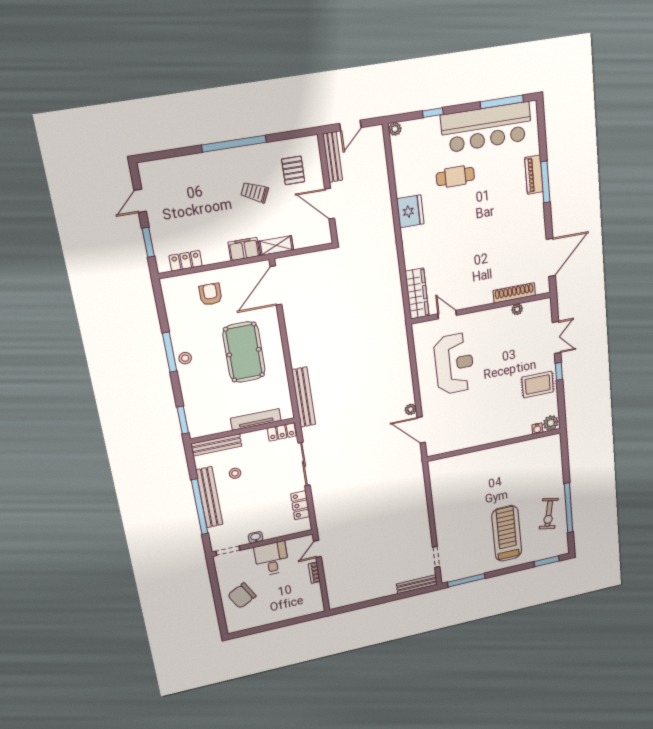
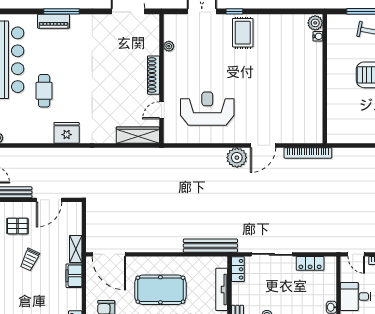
shoe rack: (514, 293) -> (153, 75), moved
plant: (411, 409) -> (237, 158), width x1.88, depth x1.88
plant: (551, 423) -> (315, 23), moved
water cooler: (537, 428) -> (318, 36), moved
wall: (494, 445) -> (325, 79), moved
bookcase: (419, 477) -> (308, 153), added

